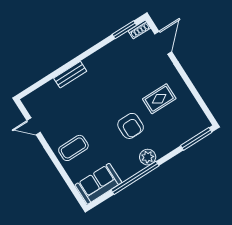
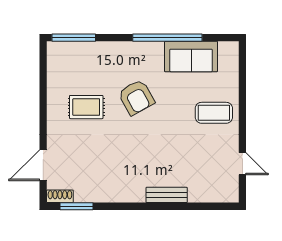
armchair: (131, 126) -> (136, 97), turned 151
plant: (148, 157) -> (139, 51), removed
sofa: (98, 184) -> (191, 56), moved

